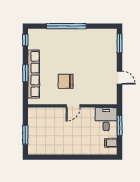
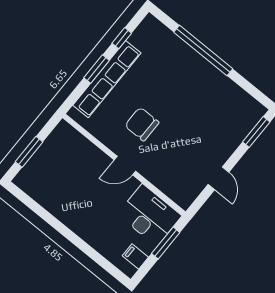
window: (25, 40) -> (122, 38), moved
desk: (106, 119) -> (149, 215), width x1.37

